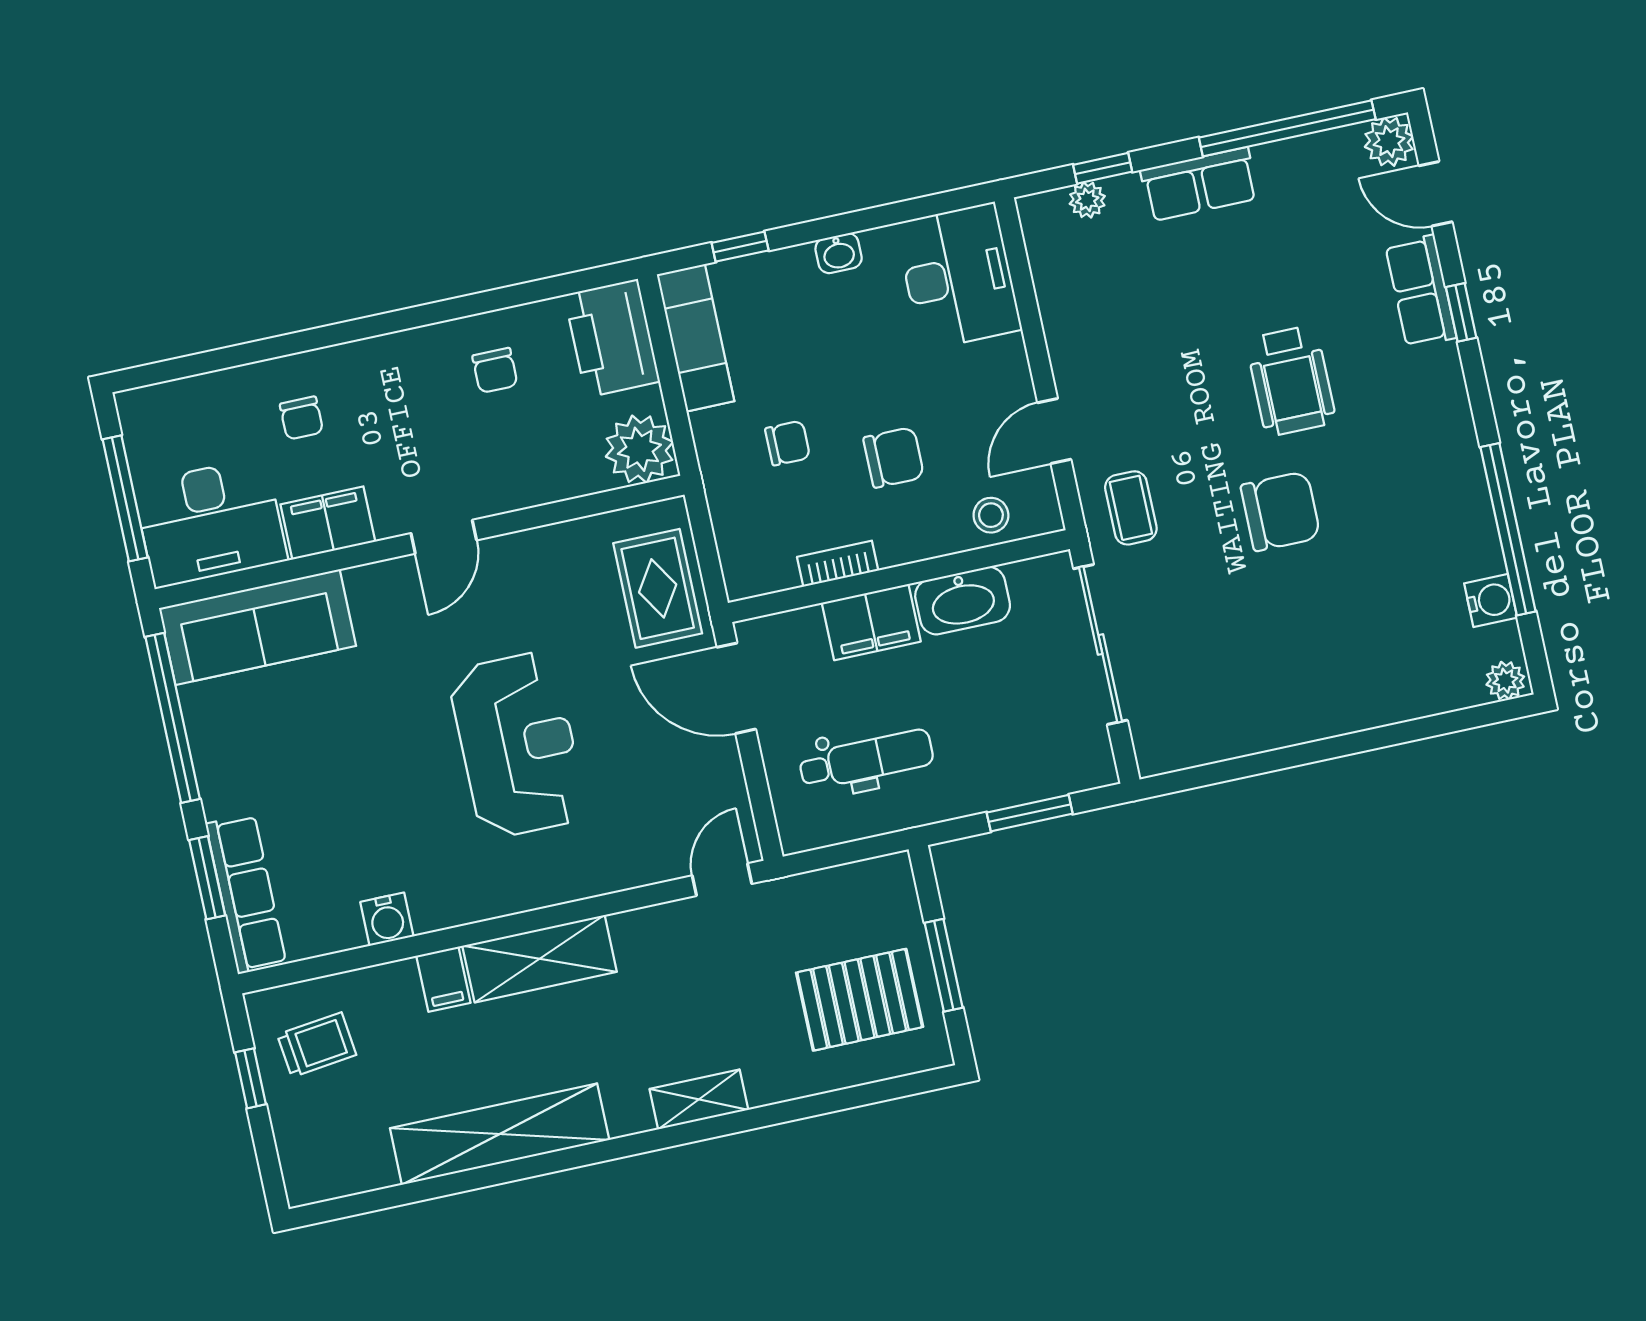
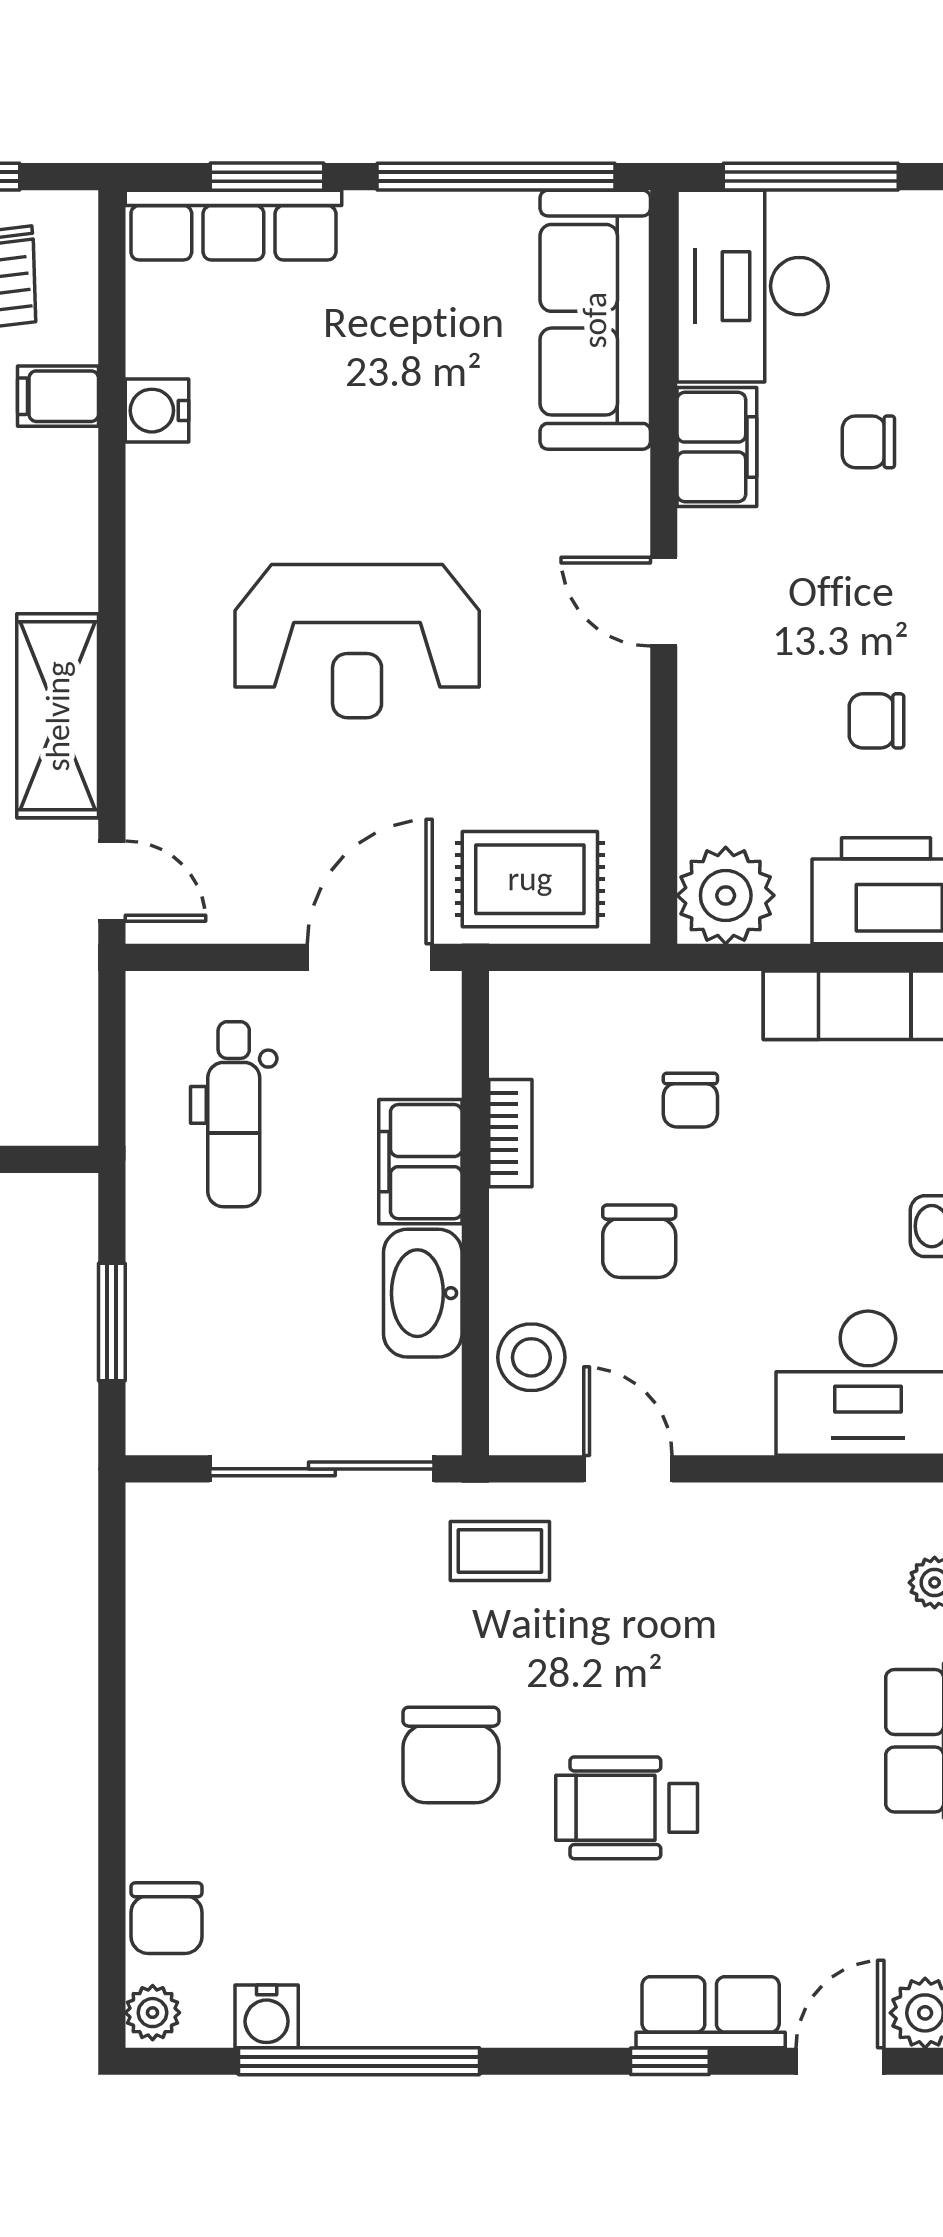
stool: (991, 515) -> (531, 1357), width x1.37, depth x1.37
chair: (1437, 685) -> (166, 1918), added
shelving: (540, 959) -> (58, 716), moved
filing cabinet: (443, 979) -> (58, 396), moved

